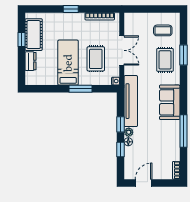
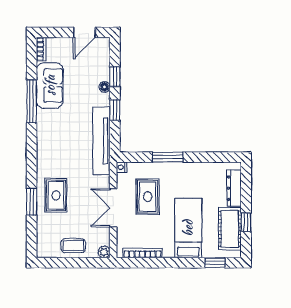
window: (71, 9) -> (215, 263), moved
coffee table: (163, 30) -> (73, 246), moved
dresser: (30, 61) -> (234, 188), width x1.44
bed: (68, 63) -> (188, 228), moved, turned 180
sofa: (170, 102) -> (50, 85), moved
plant: (129, 132) -> (104, 252), moved

